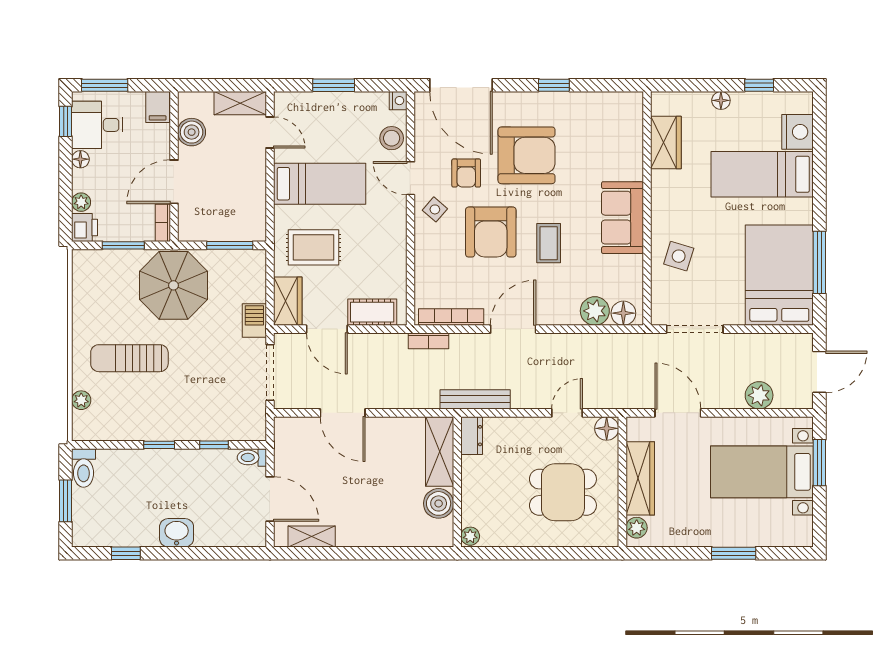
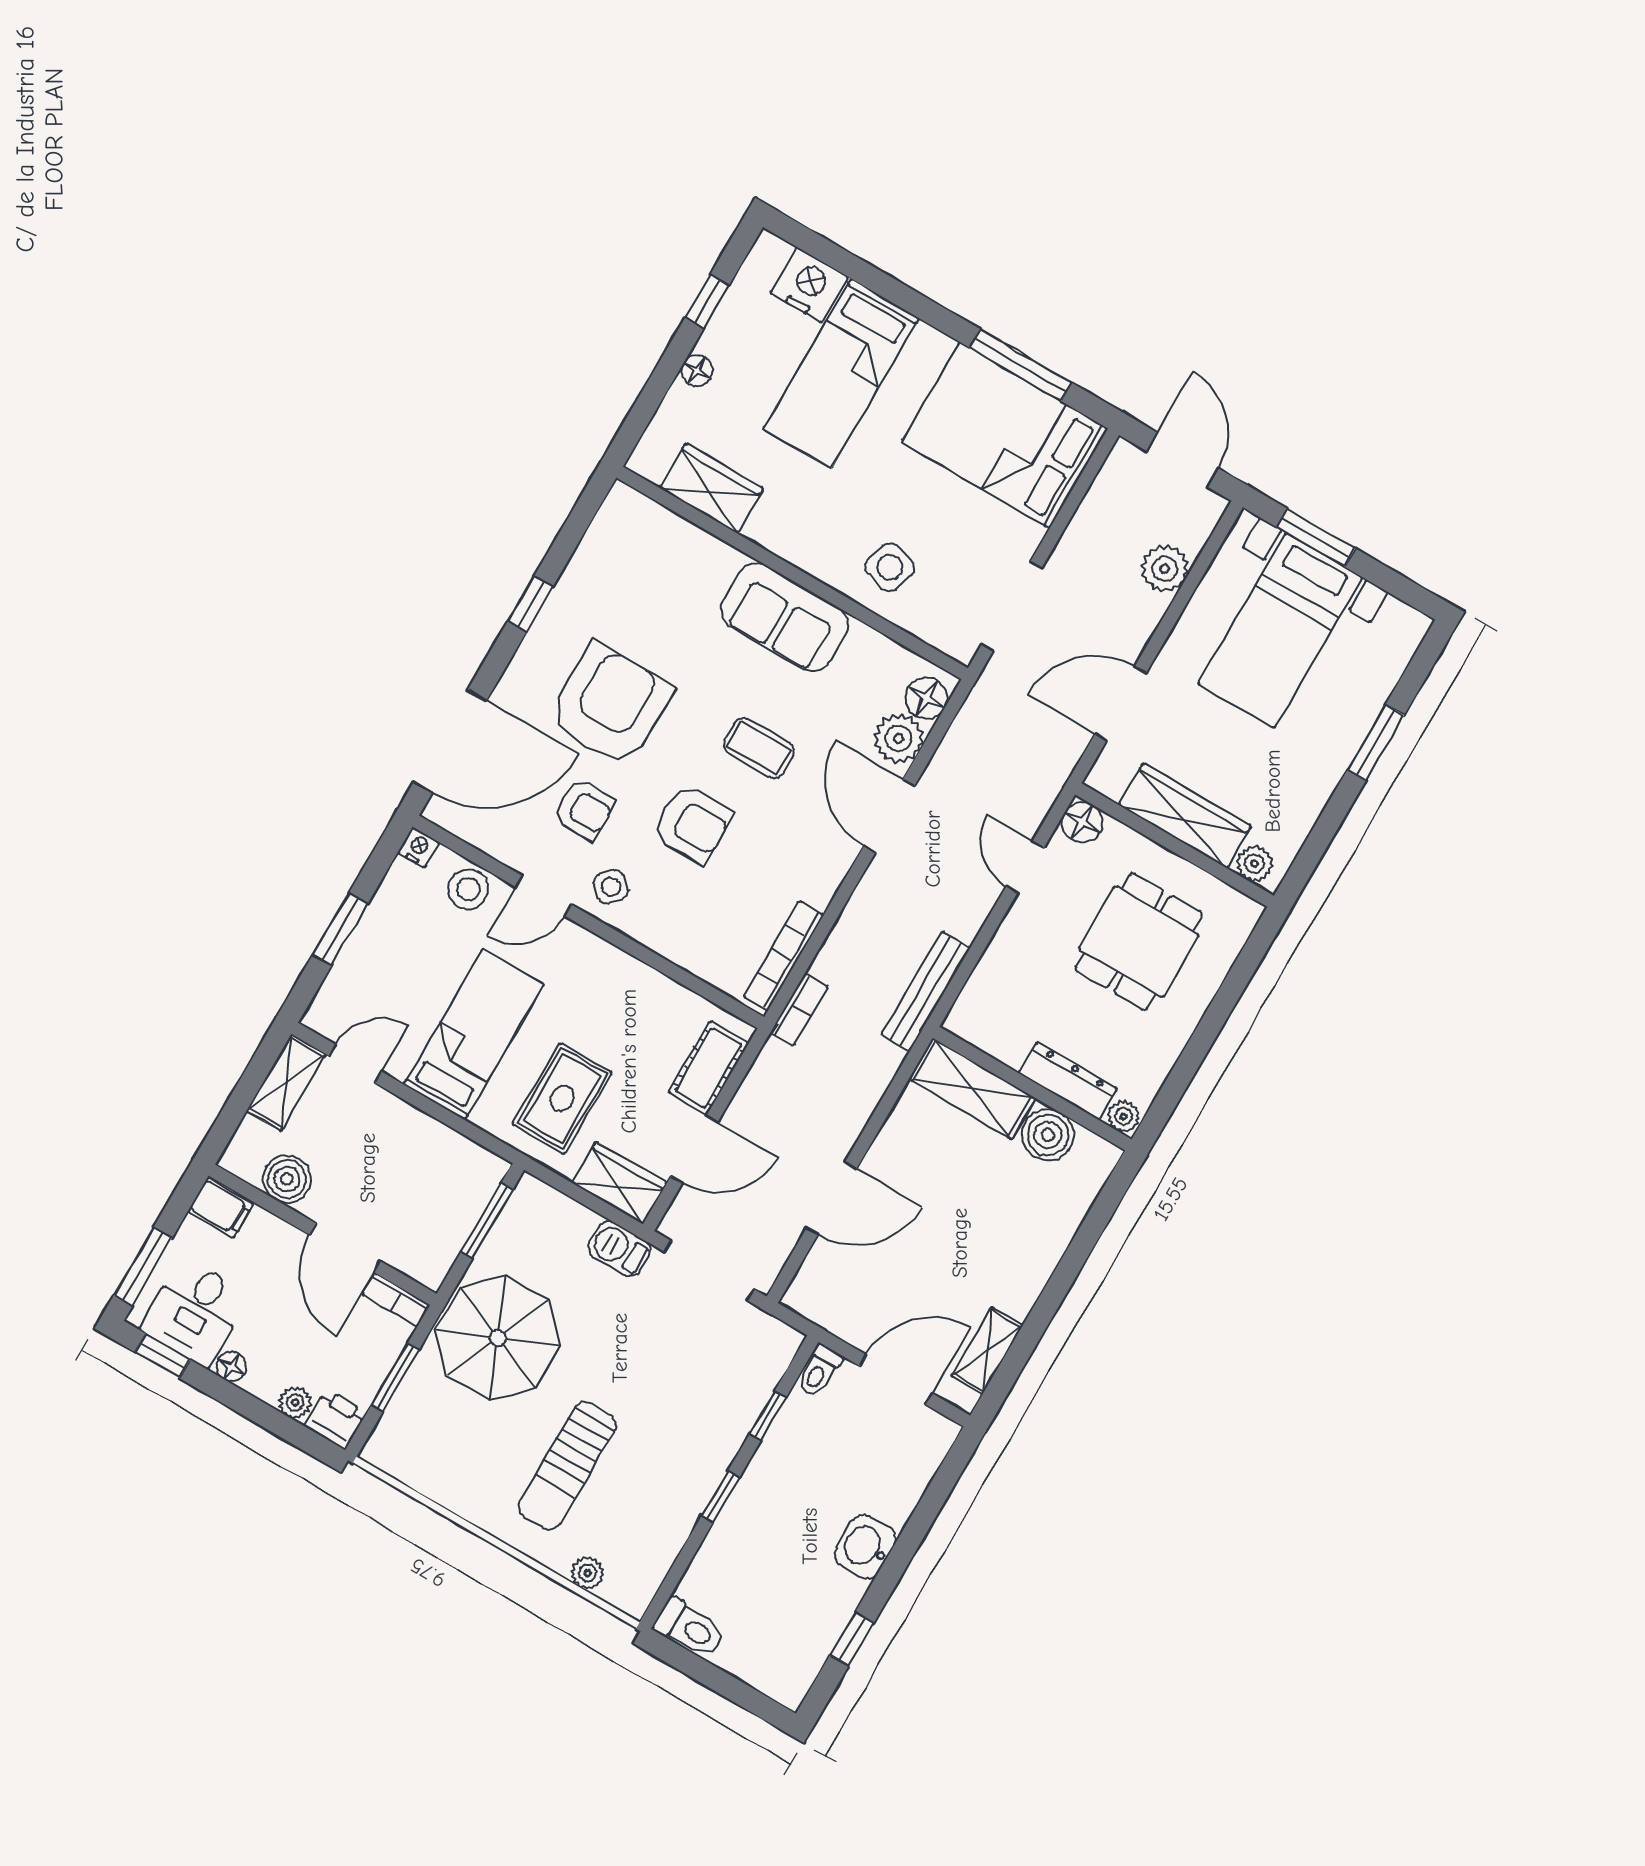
armchair: (491, 232) -> (692, 824), width x0.73, depth x0.73
door: (513, 329) -> (889, 816), moved
dresser: (472, 436) -> (1068, 1081), moved, width x1.44
window: (66, 501) -> (722, 1683), removed

